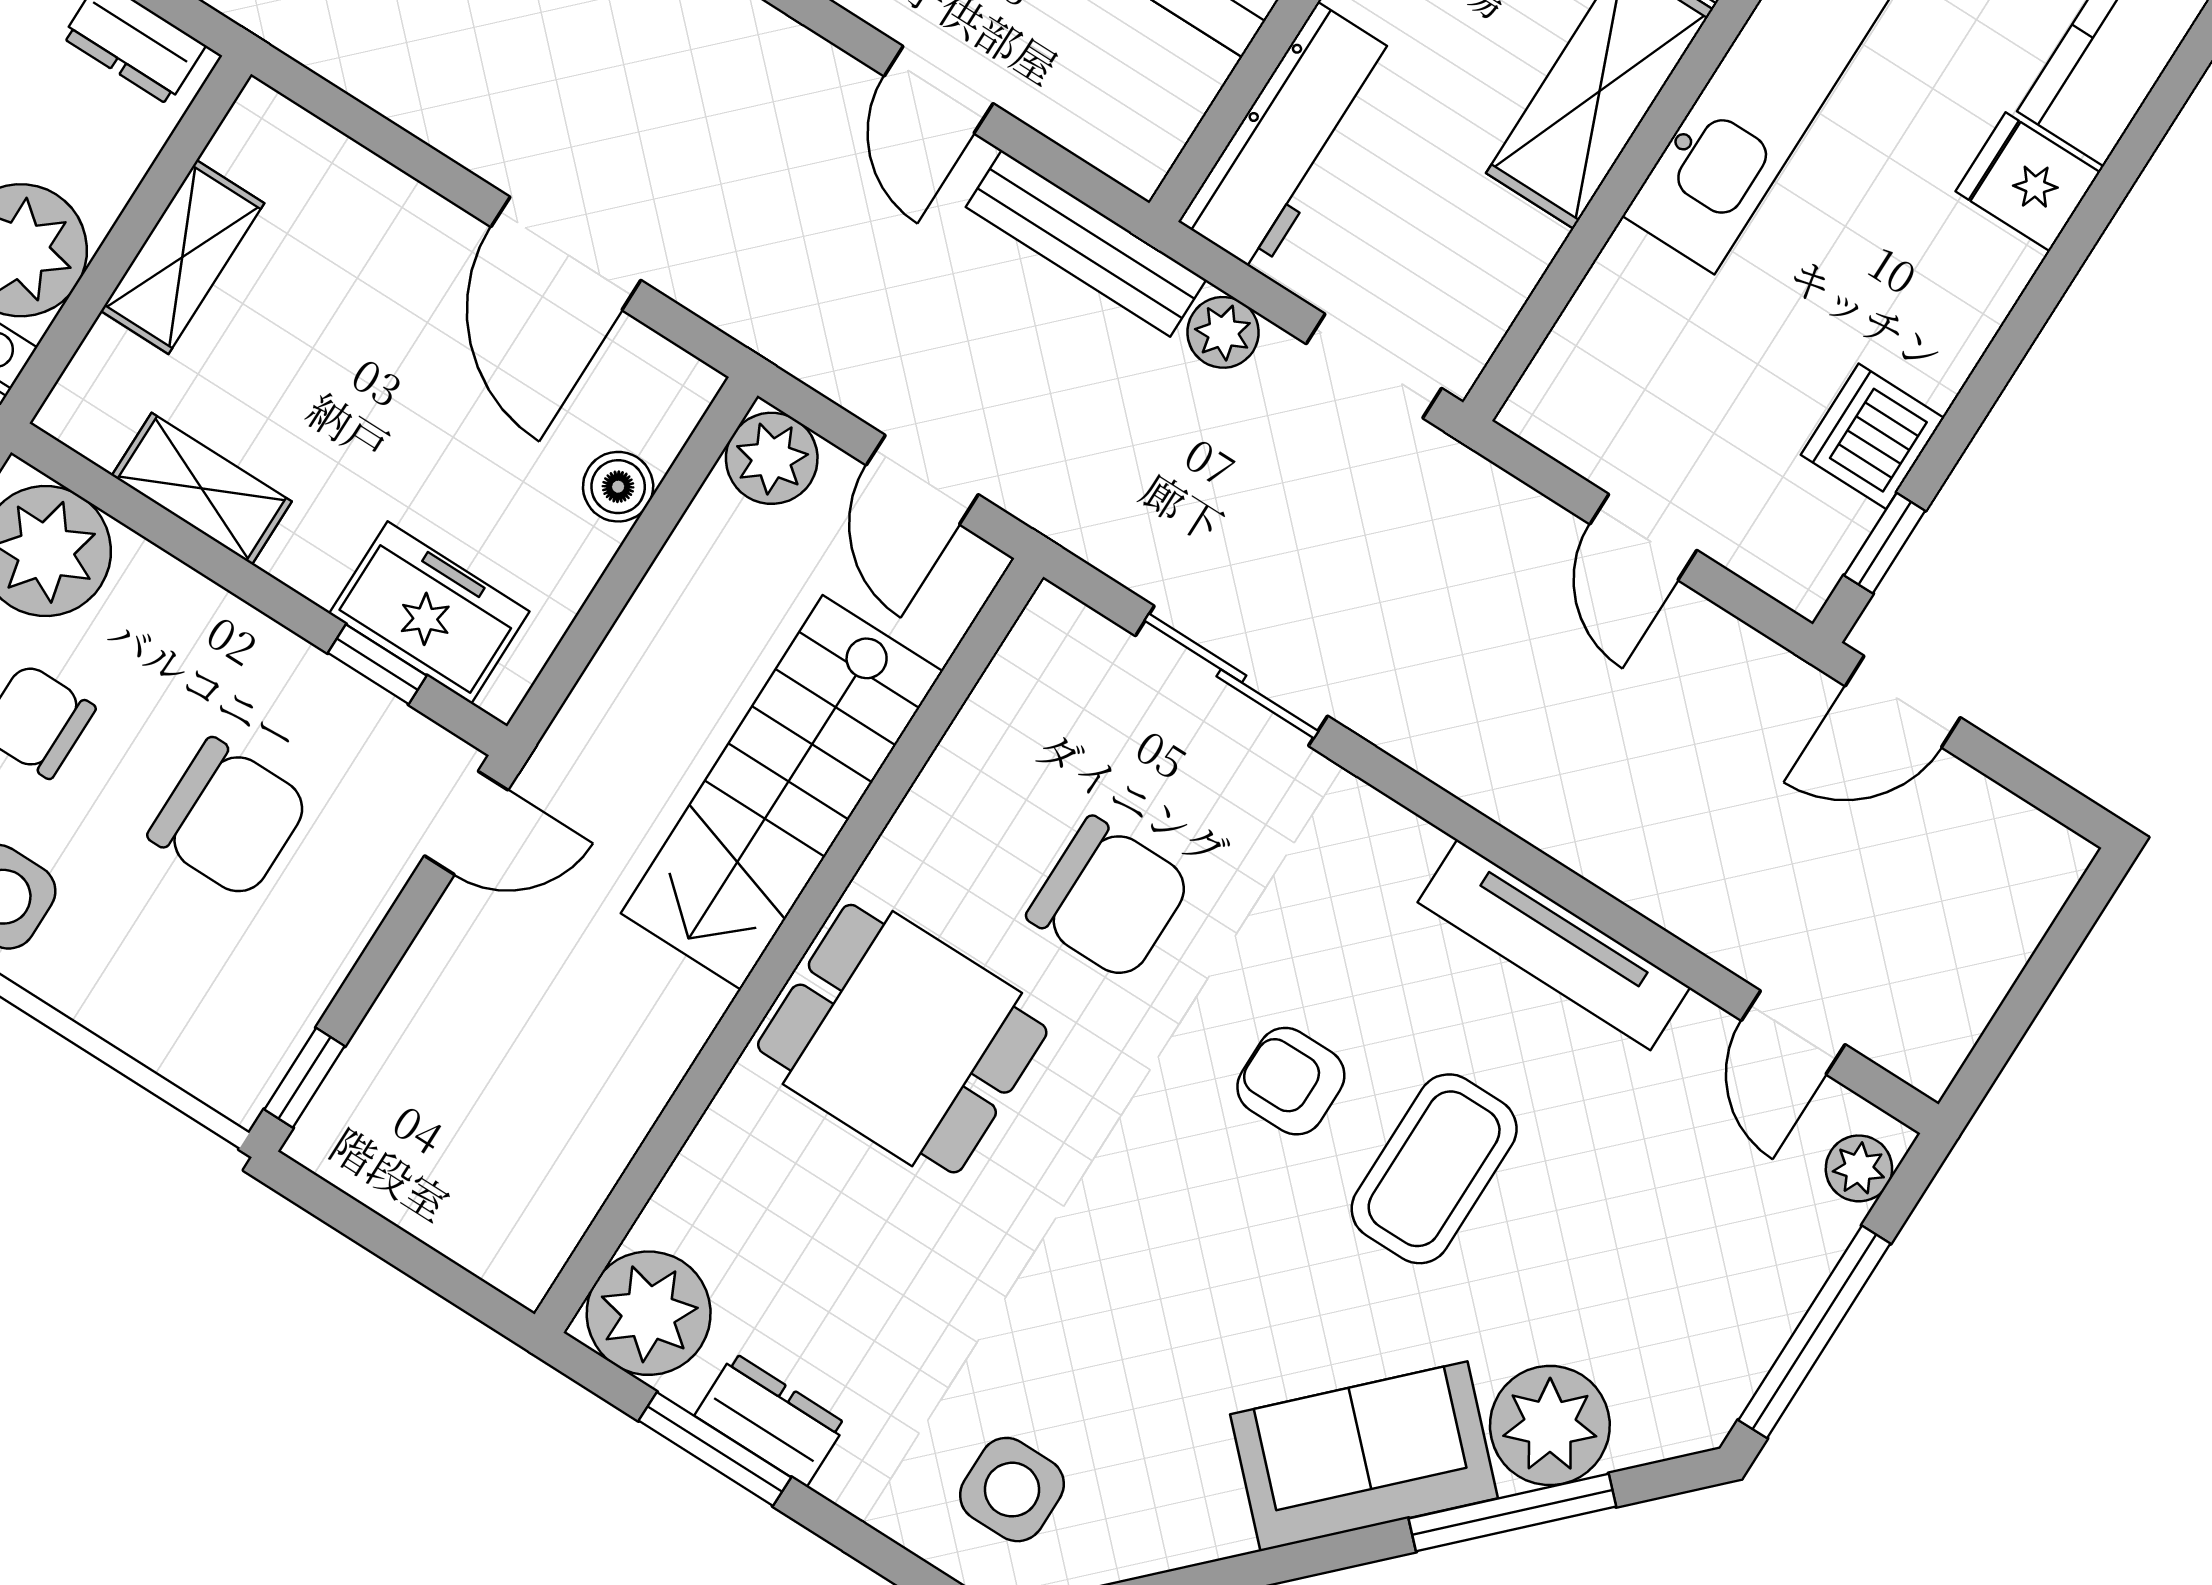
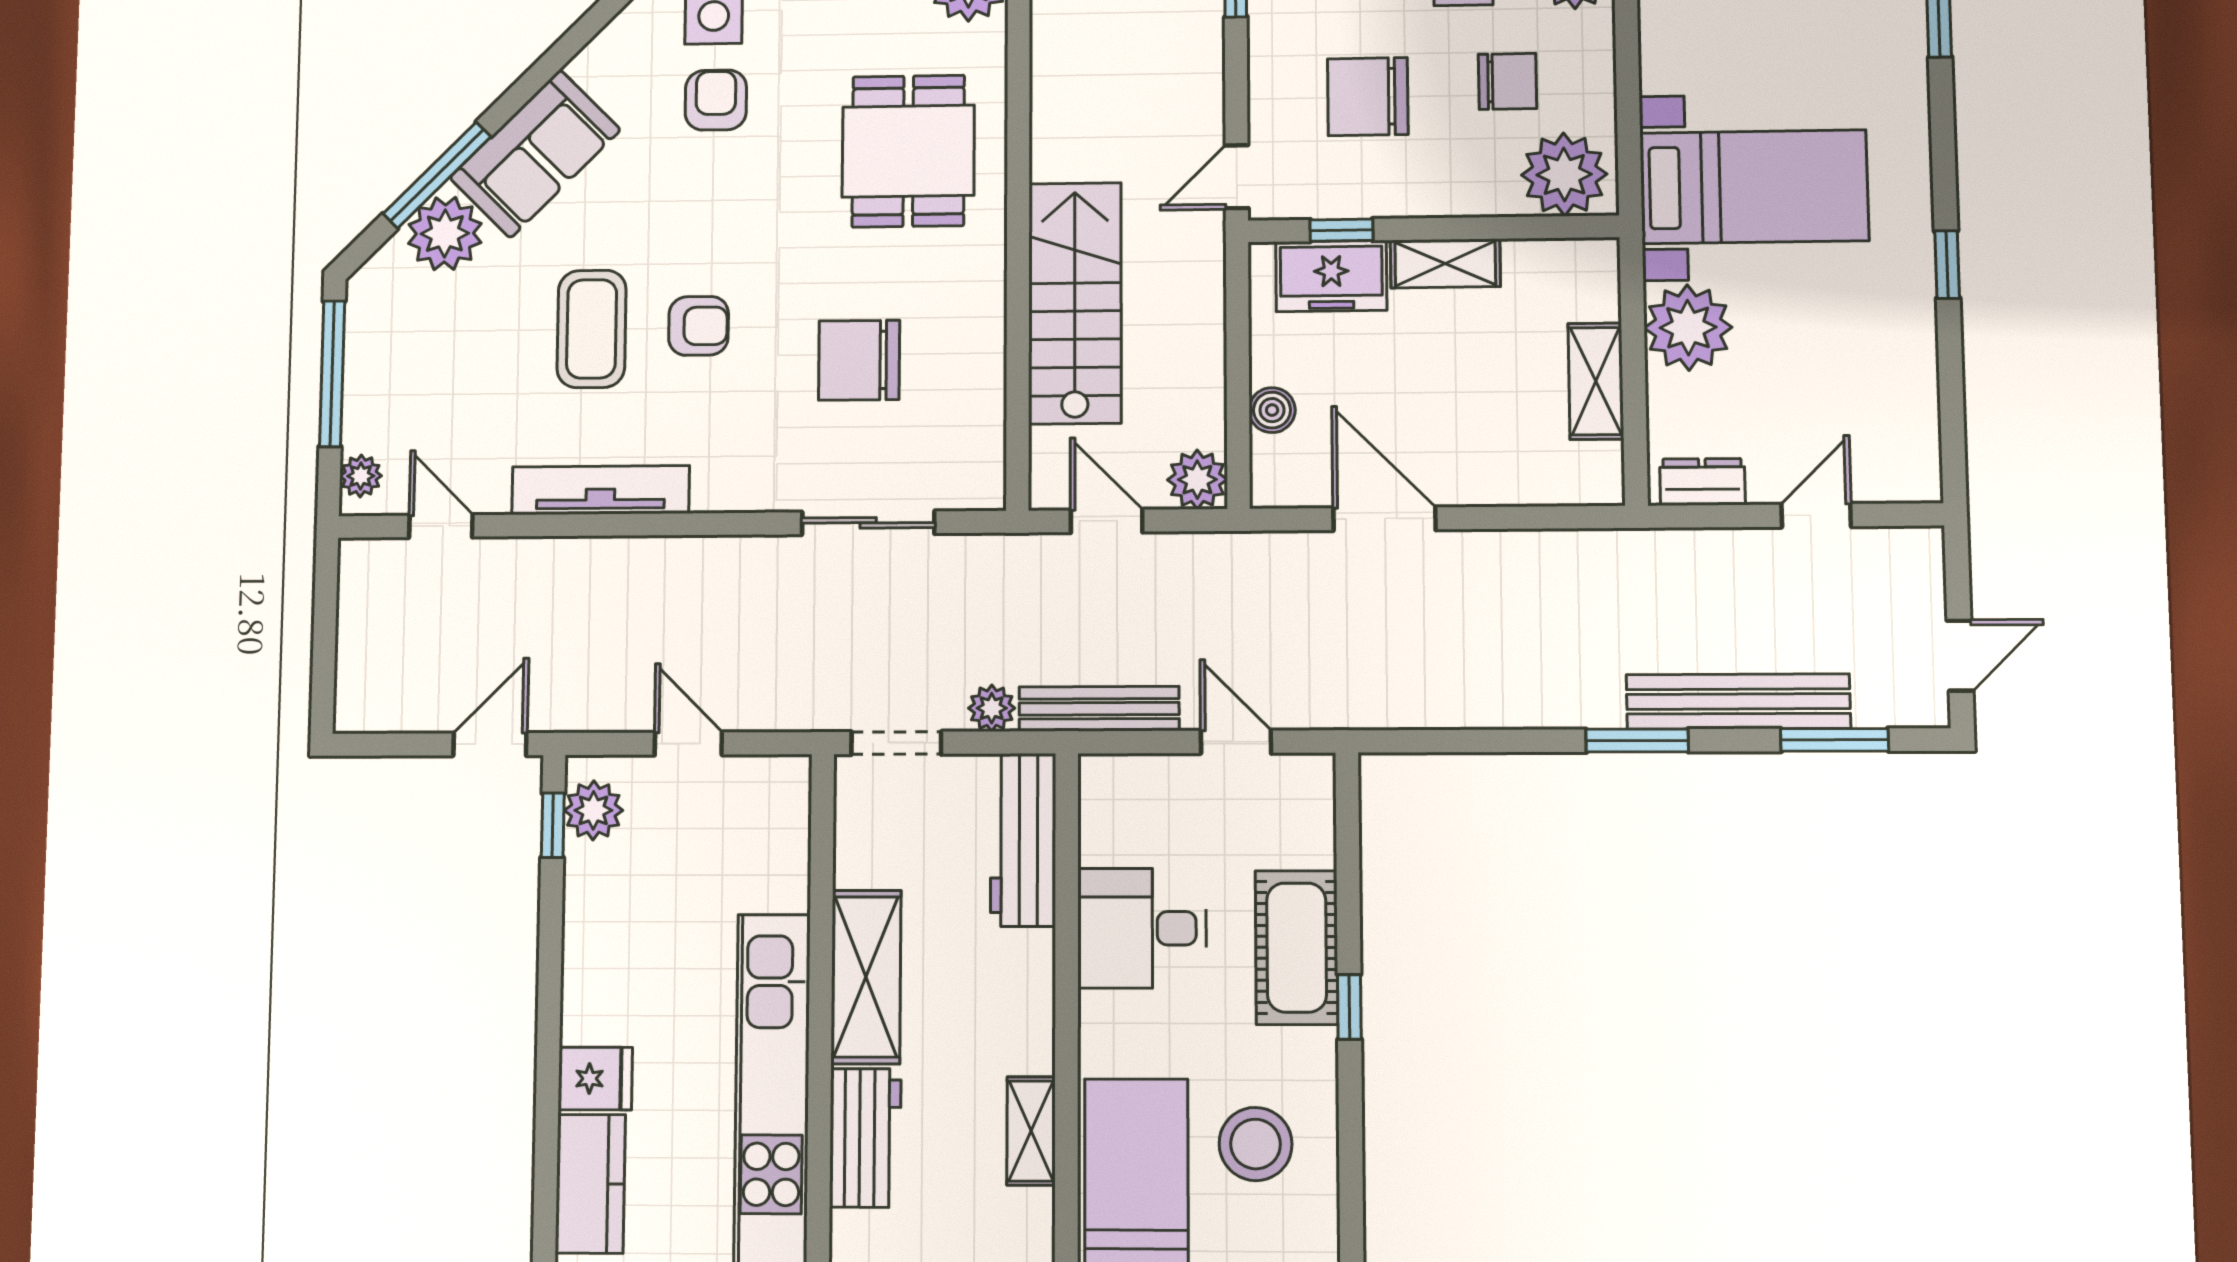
dishwasher: (1872, 436) -> (596, 880), removed
shelving: (202, 489) -> (1445, 263), moved
plant: (1820, 529) -> (593, 810), added
dining table: (902, 1039) -> (908, 151), moved, turned 90
armchair: (1080, 1372) -> (716, 100), added

